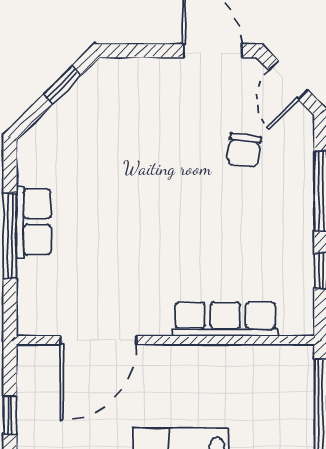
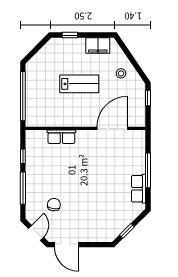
row of seats: (33, 222) -> (138, 189), moved
row of seats: (225, 319) -> (61, 137), width x0.68

